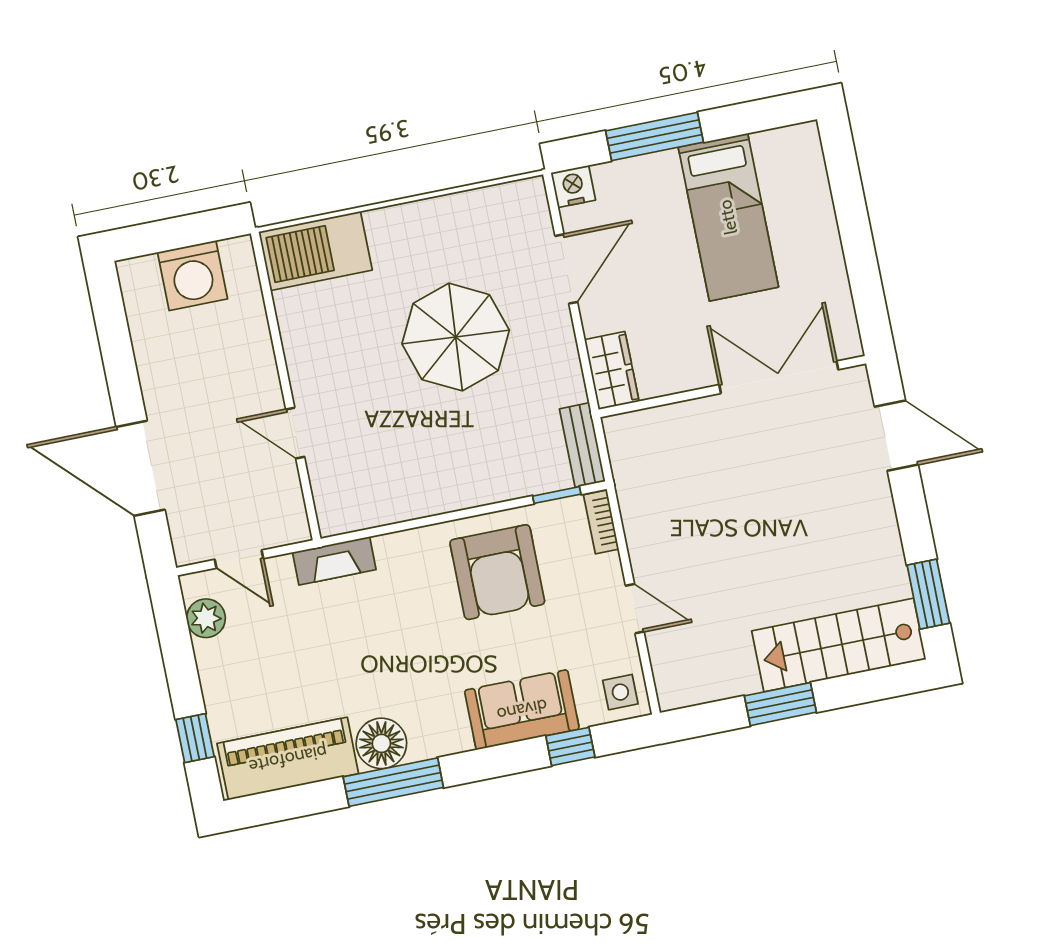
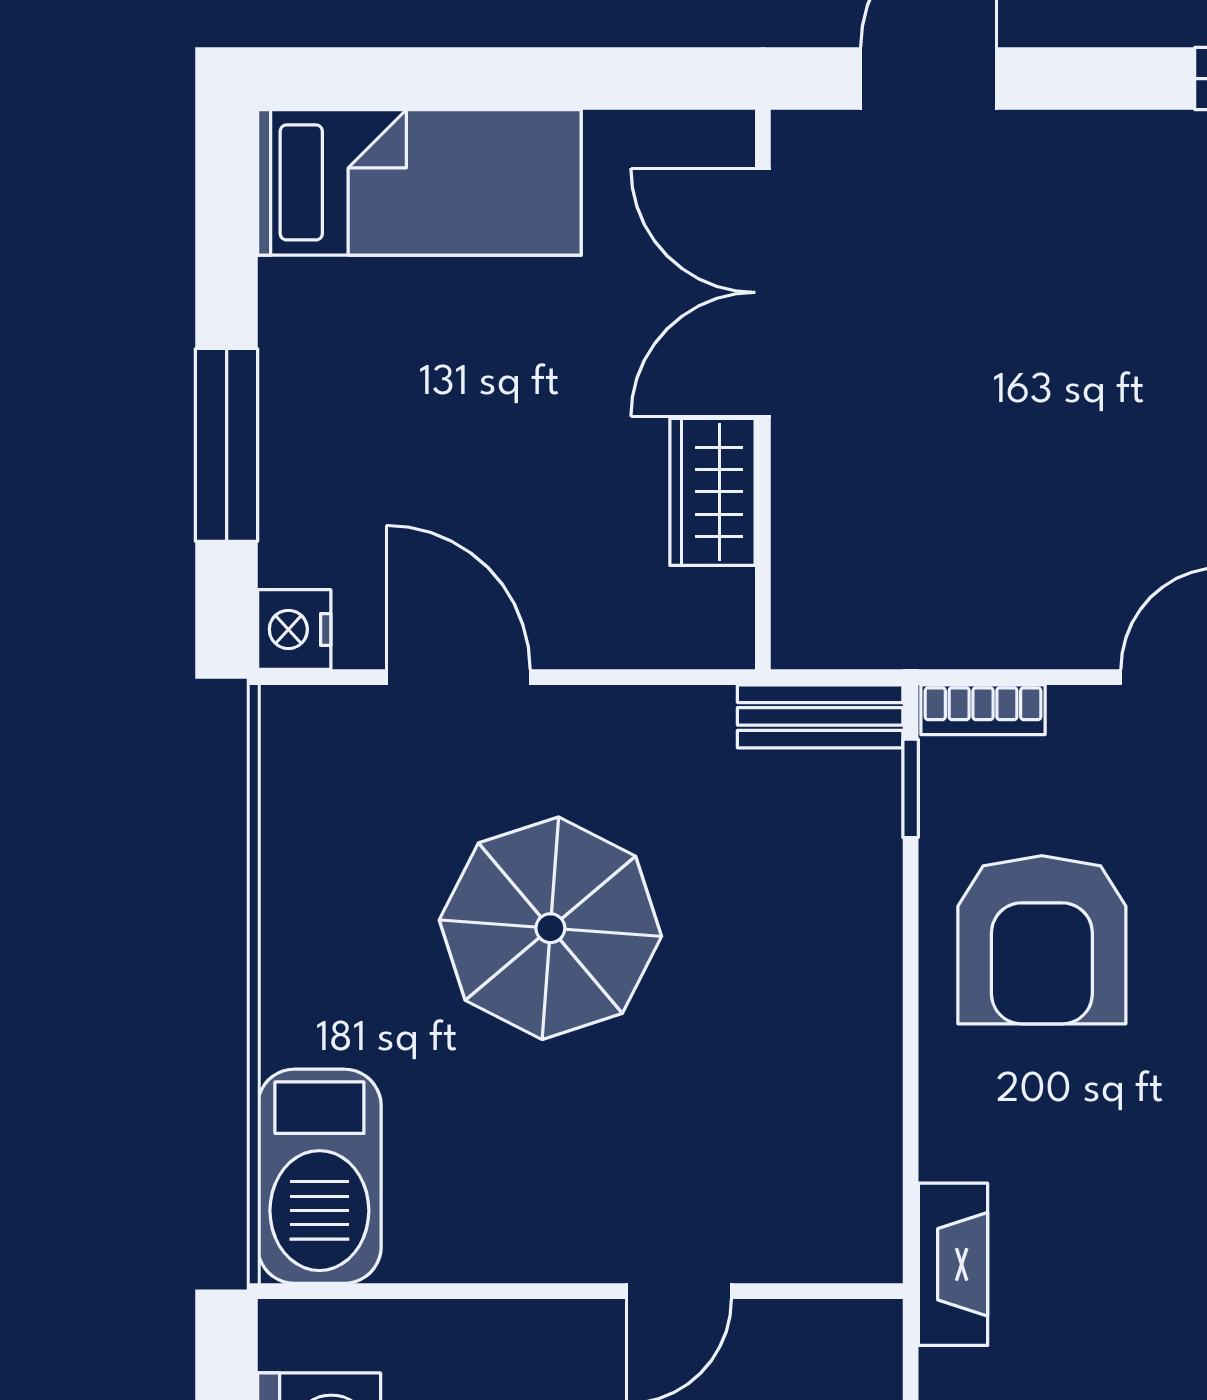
bed: (728, 217) -> (419, 182), moved
wardrobe: (612, 371) -> (712, 492), moved, turned -90
armchair: (497, 572) -> (1042, 940), turned 90

